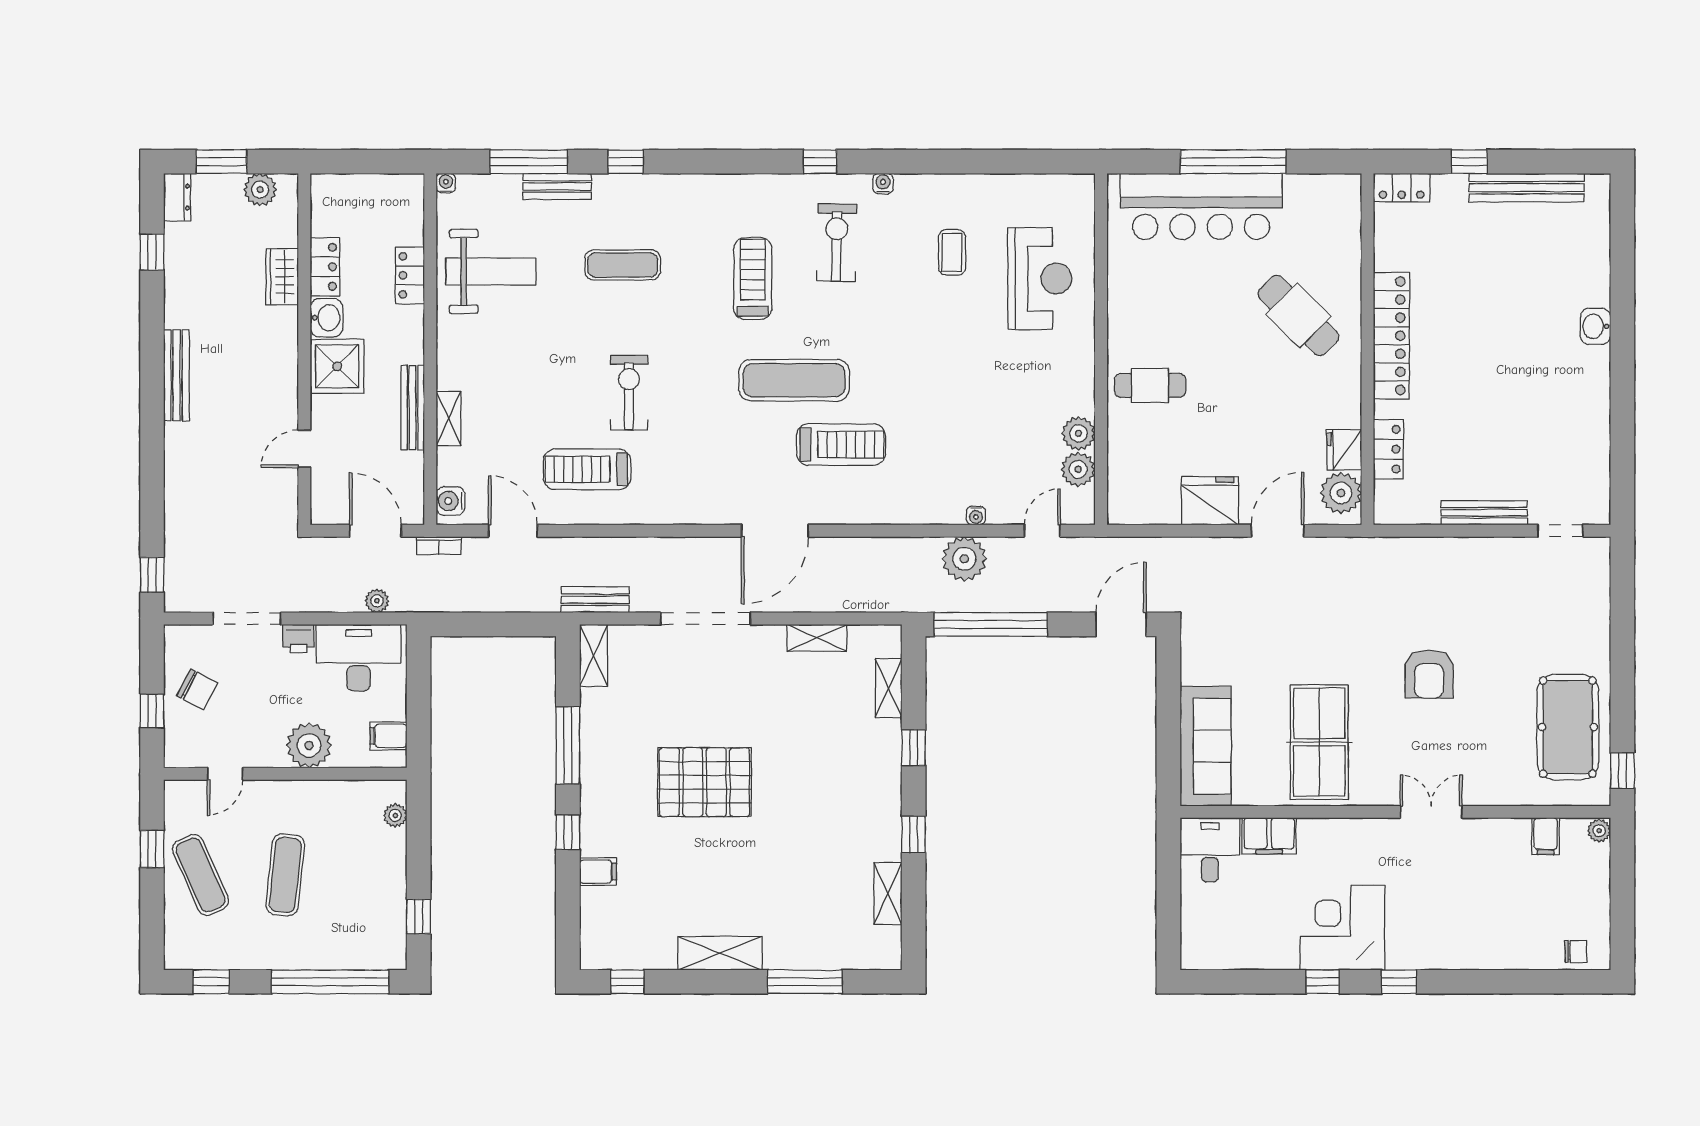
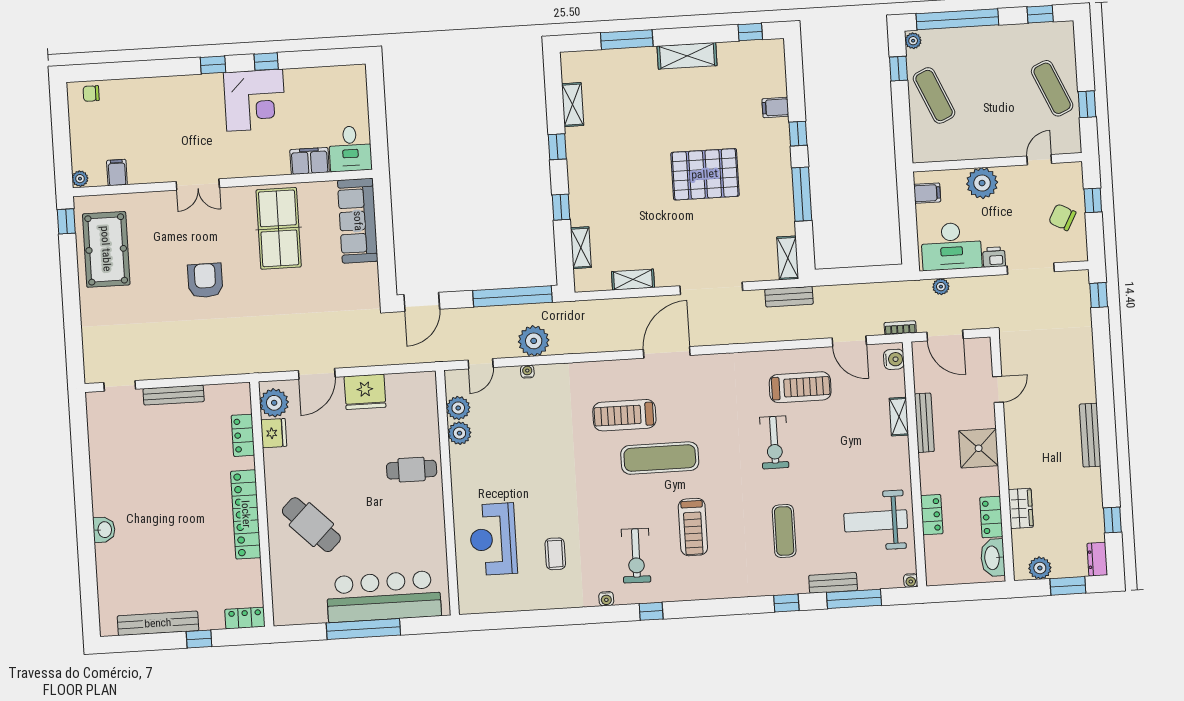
exercise mat: (623, 265) -> (784, 531), turned 90
washbasin: (327, 318) -> (993, 558), moved, width x1.38
plant: (395, 815) -> (913, 41), moved
exercise mat: (285, 875) -> (934, 95), moved, turned -30

